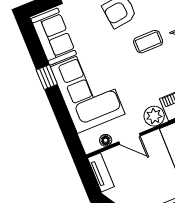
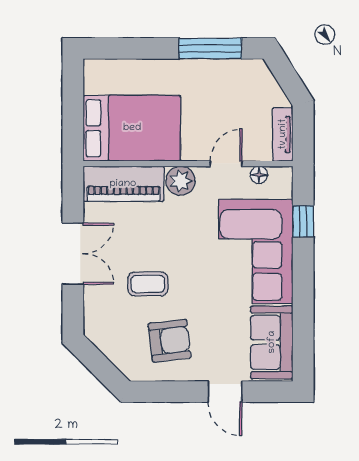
window: (47, 77) -> (303, 221), moved
door: (130, 139) -> (226, 164), hinge flipped

